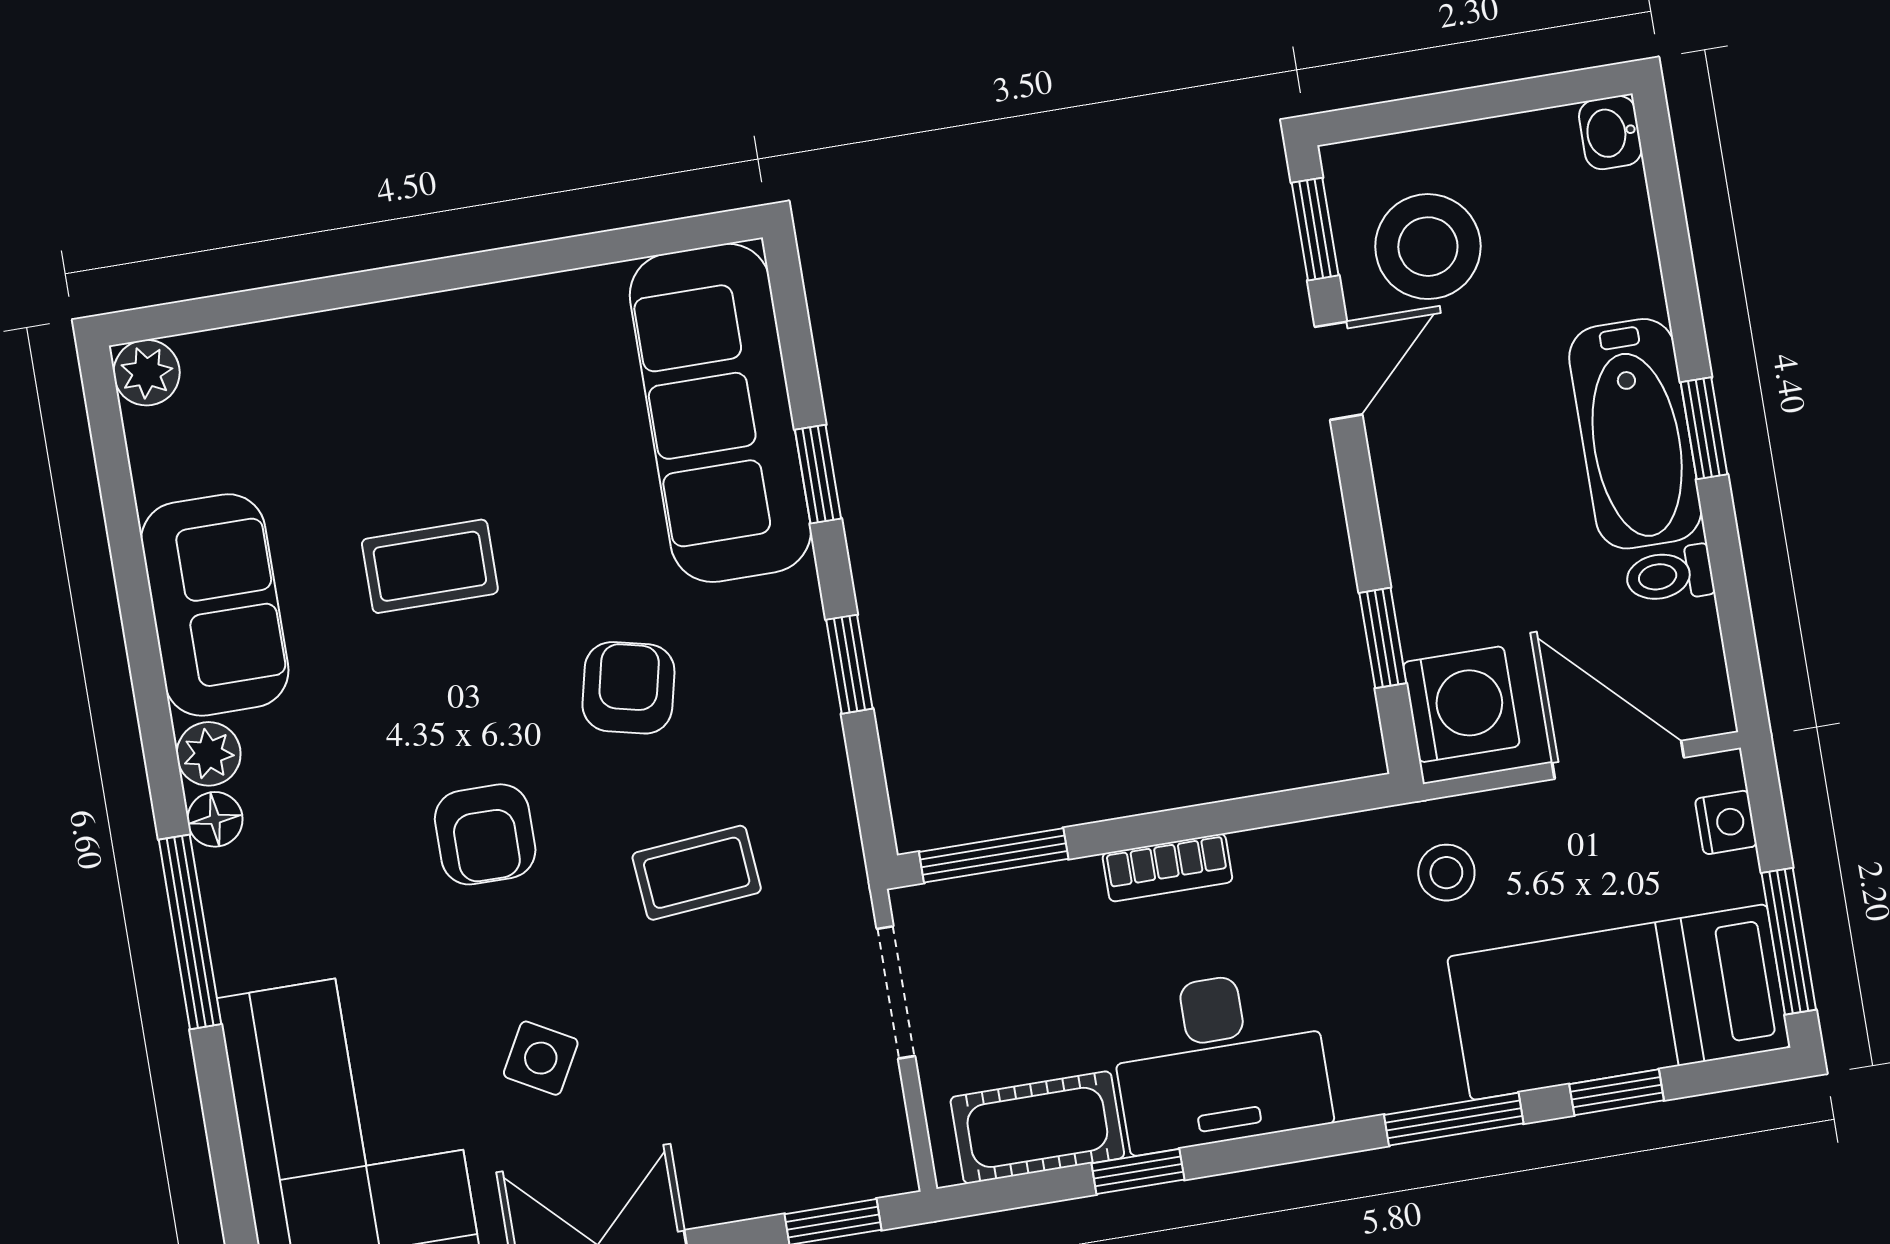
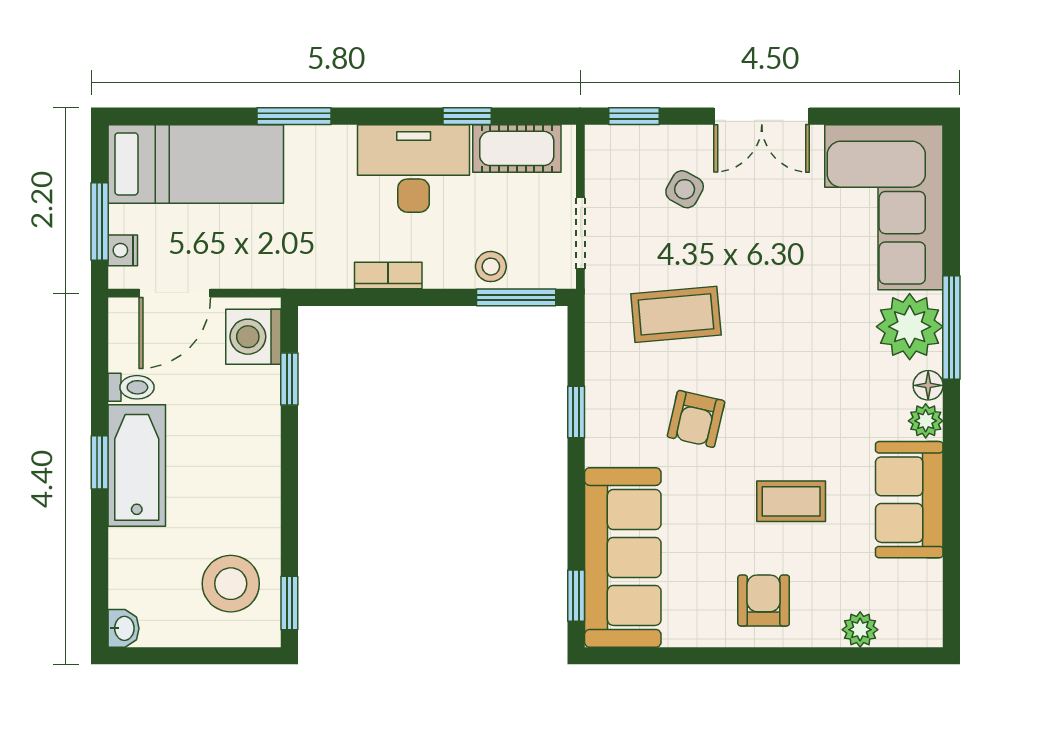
door: (1339, 371) -> (289, 525), removed
plant: (147, 373) -> (860, 630), moved
window: (818, 474) -> (576, 596), moved
door: (1618, 760) -> (175, 293), hinge flipped
armchair: (485, 834) -> (764, 601), moved
bookcase: (1167, 868) -> (388, 275), moved
coffee table: (697, 873) -> (676, 314), width x1.36, depth x1.30
stool: (1446, 873) -> (491, 267), moved
plant: (266, 921) -> (910, 327), added
window: (1789, 941) -> (100, 221), moved
side table: (541, 1058) -> (685, 189), moved
window: (1617, 1092) -> (205, 116), removed

